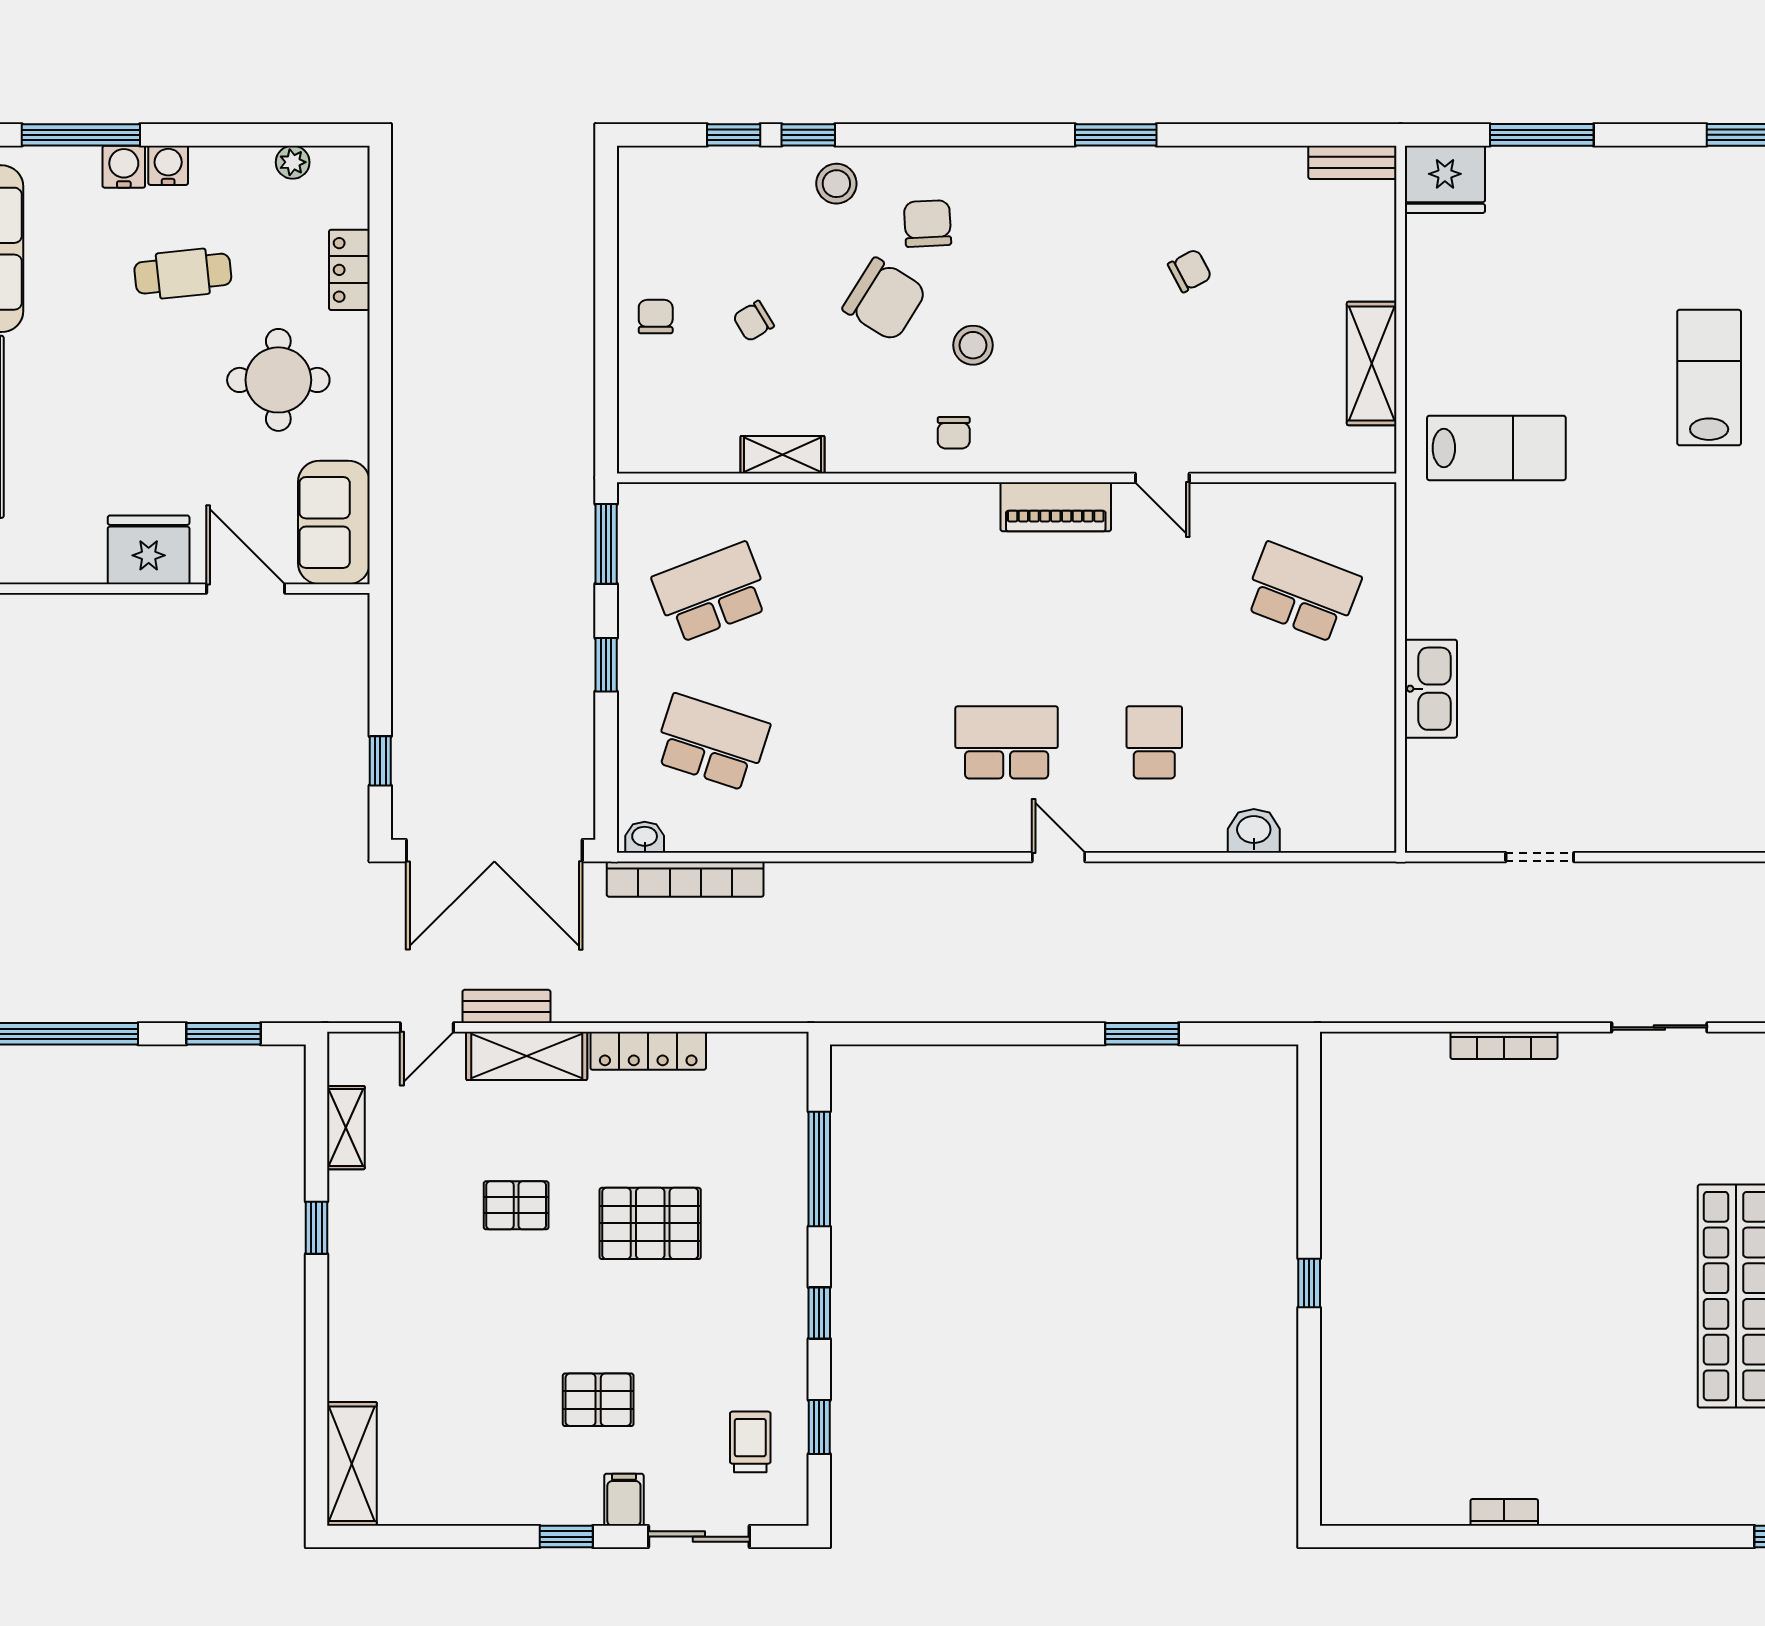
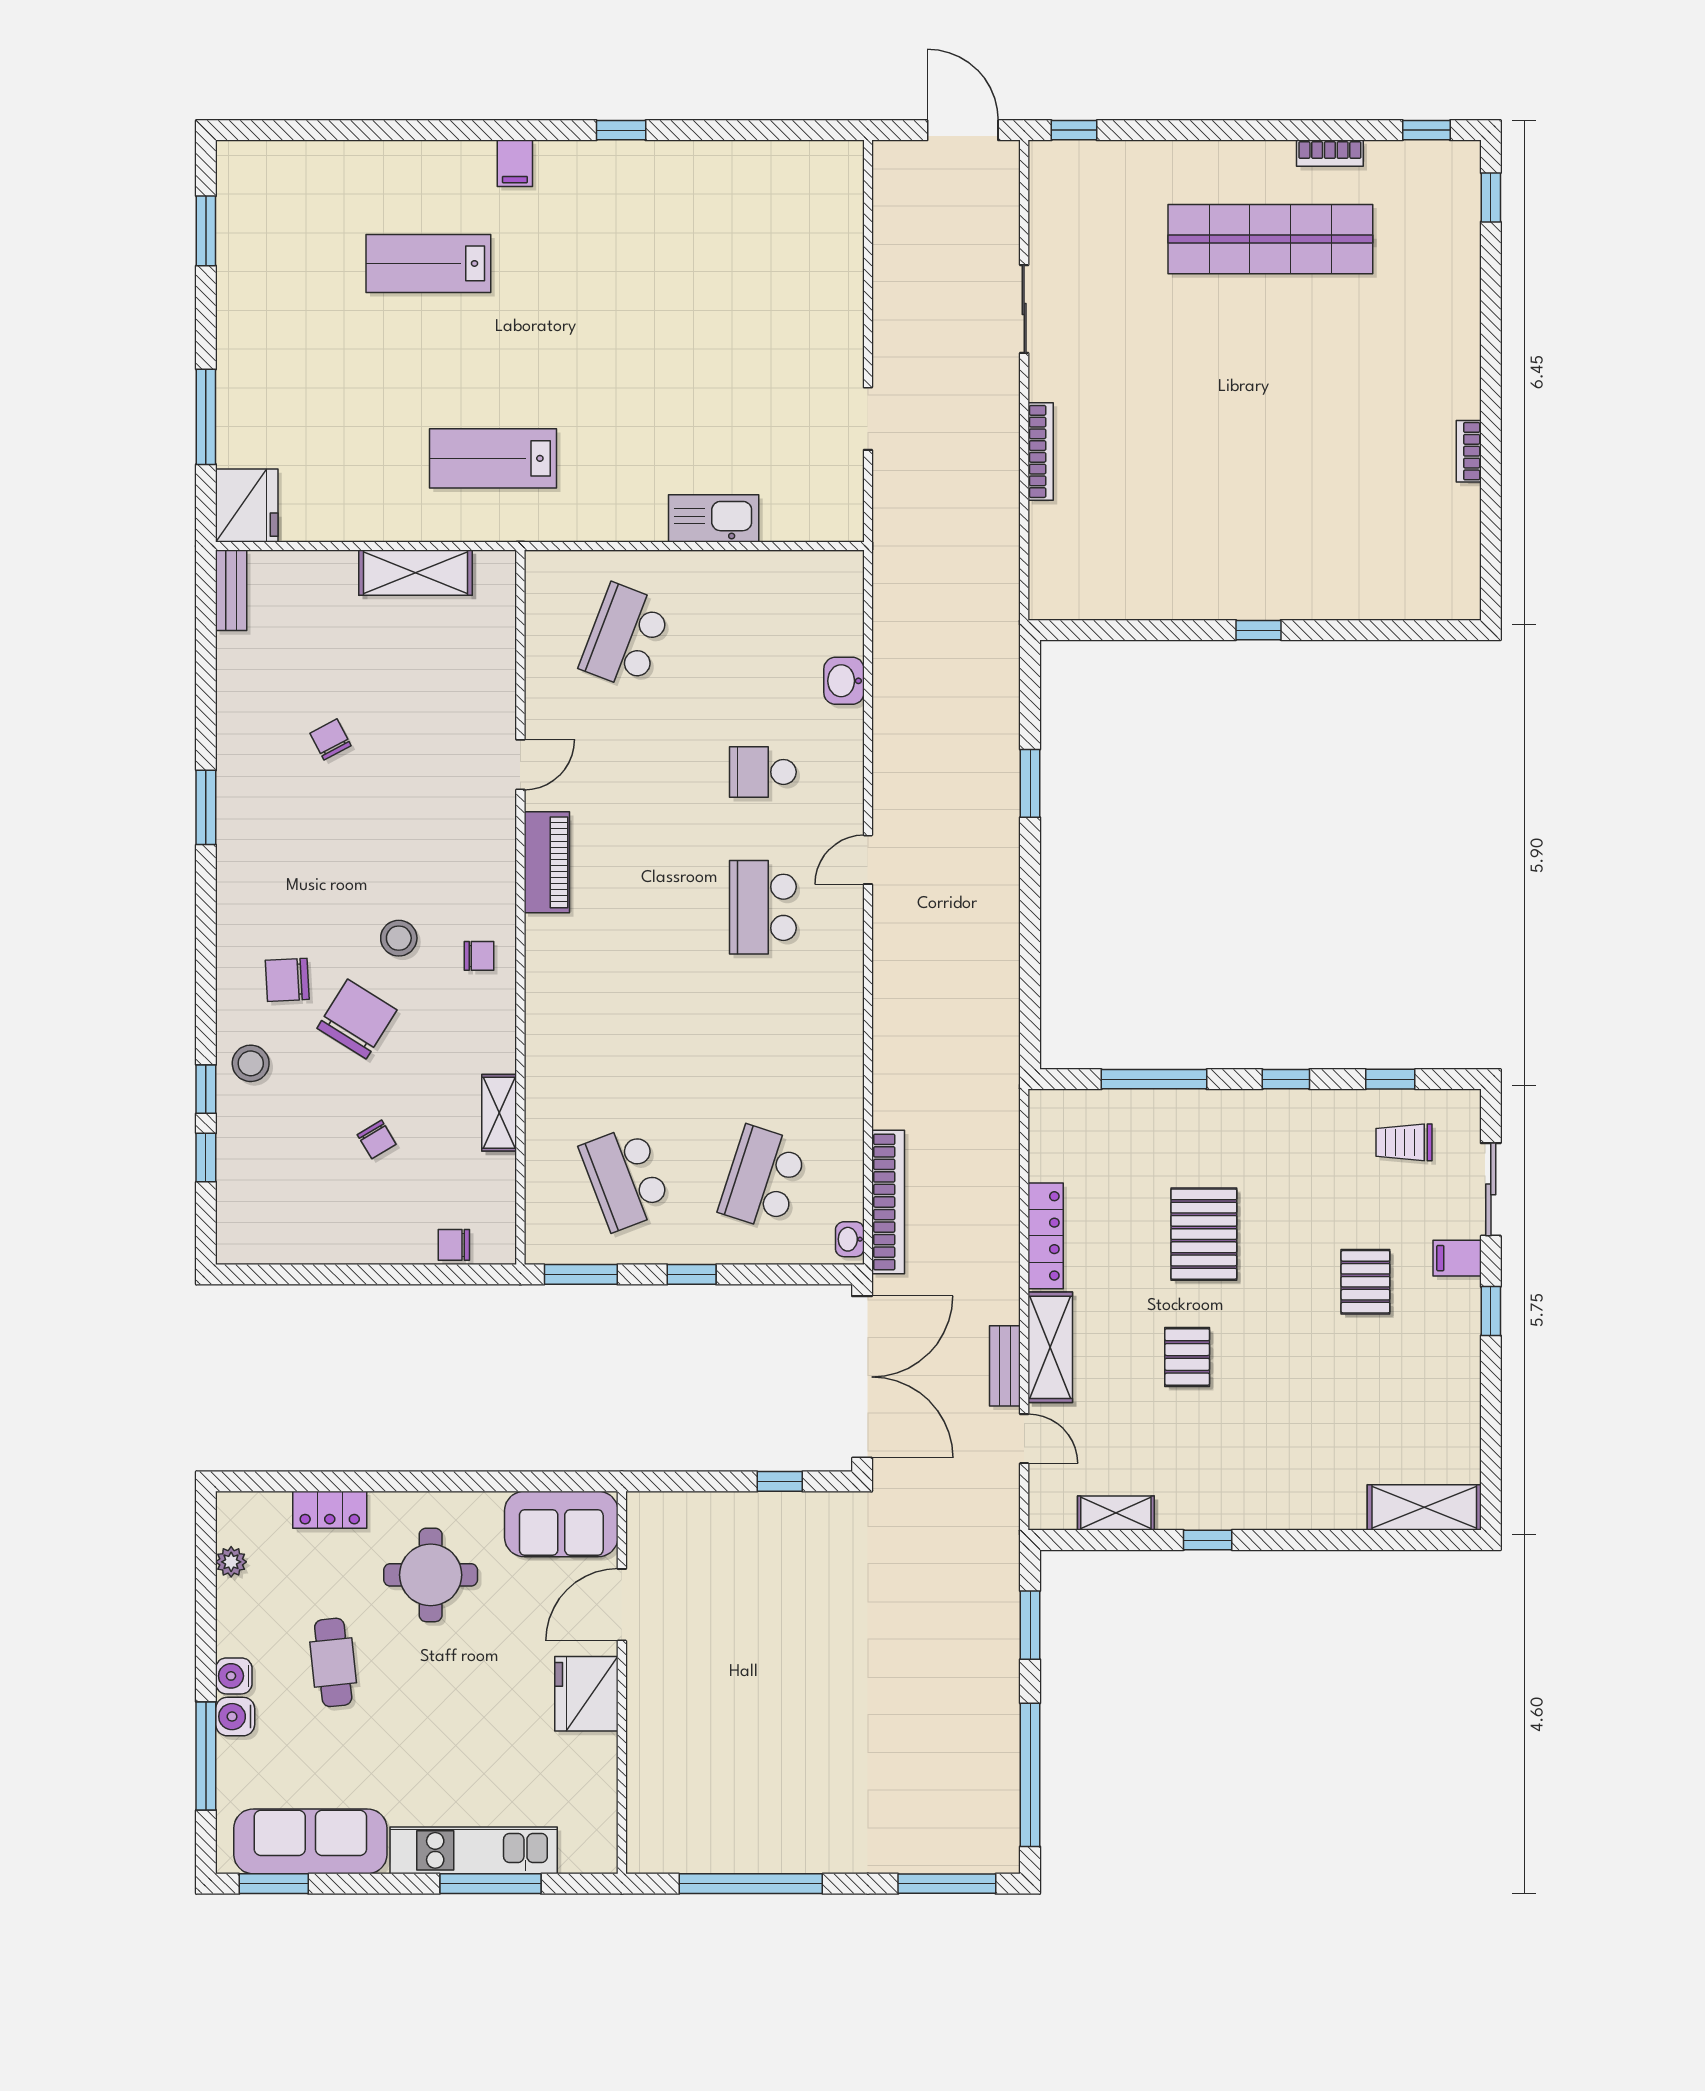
chair: (656, 317) -> (454, 1245), moved
lab bench: (1496, 448) -> (493, 458), turned -90

